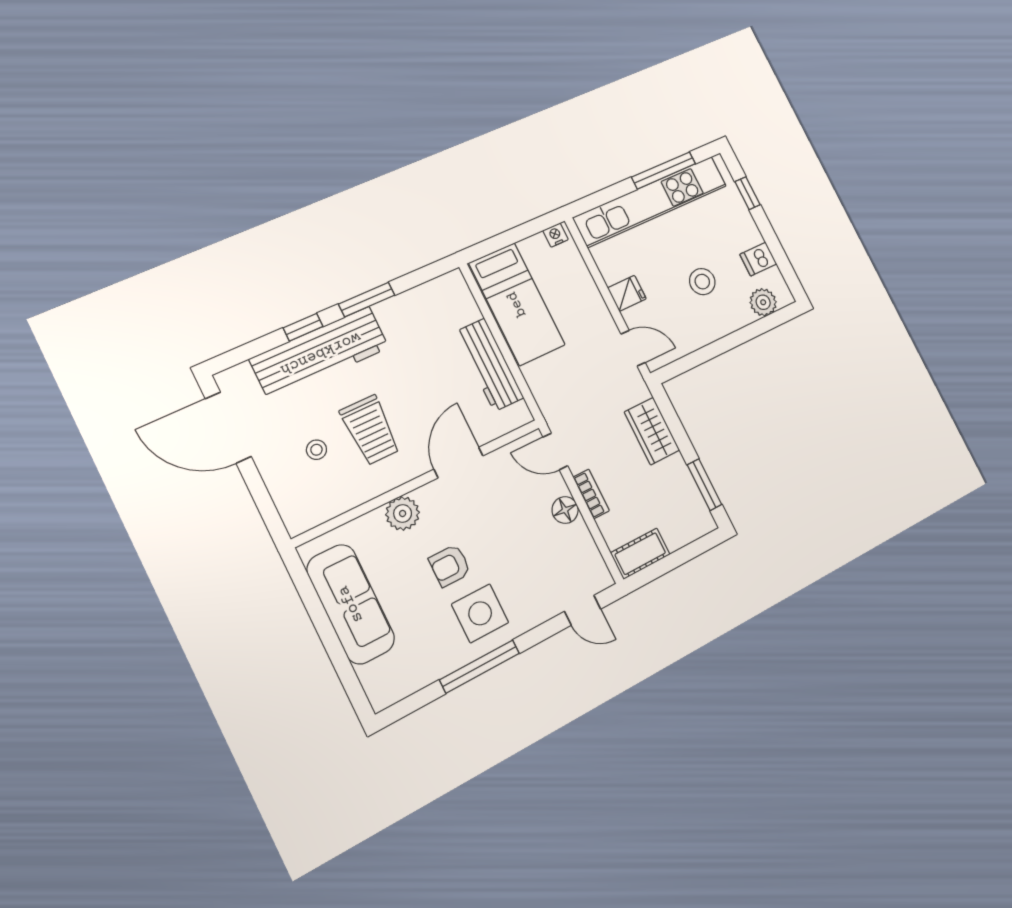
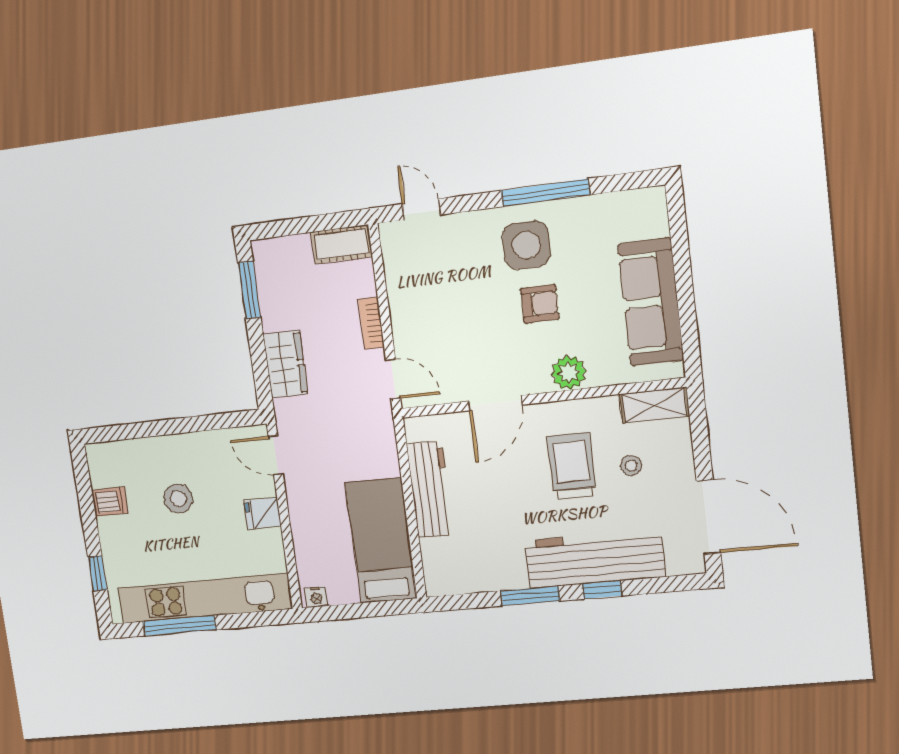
plant: (763, 302) -> (120, 455), removed
floor lamp: (565, 510) -> (404, 317), removed
shelving: (314, 512) -> (654, 405), added

